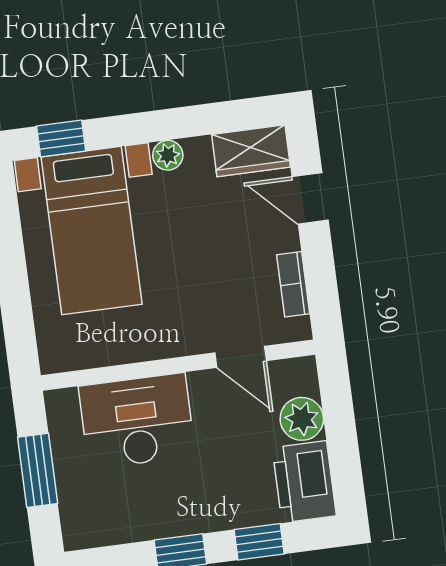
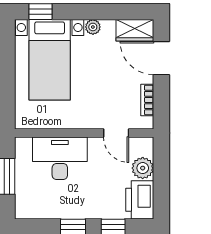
door: (310, 198) -> (161, 58), width x1.38

